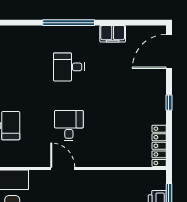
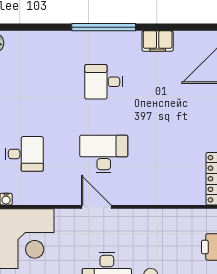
desk: (69, 126) -> (104, 154), width x1.37

